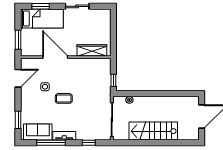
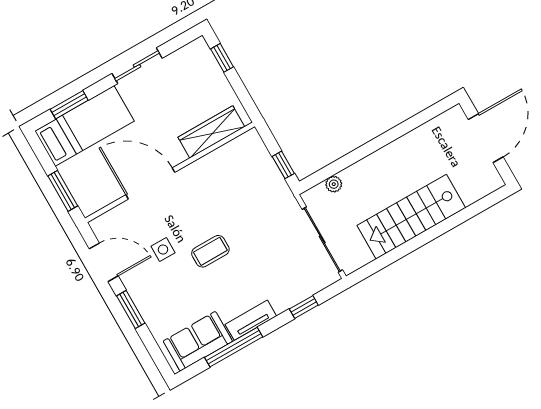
window: (113, 23) -> (222, 58), added
door: (18, 78) -> (104, 262), hinge flipped
window: (18, 120) -> (131, 310), moved

